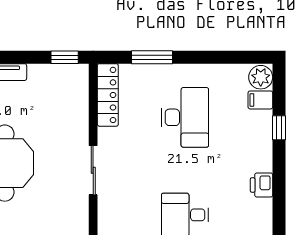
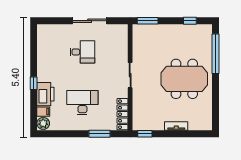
desk: (185, 117) -> (82, 103), turned 90
window: (279, 128) -> (34, 83), moved
printer: (262, 185) -> (45, 94), moved, width x1.87, depth x1.48

